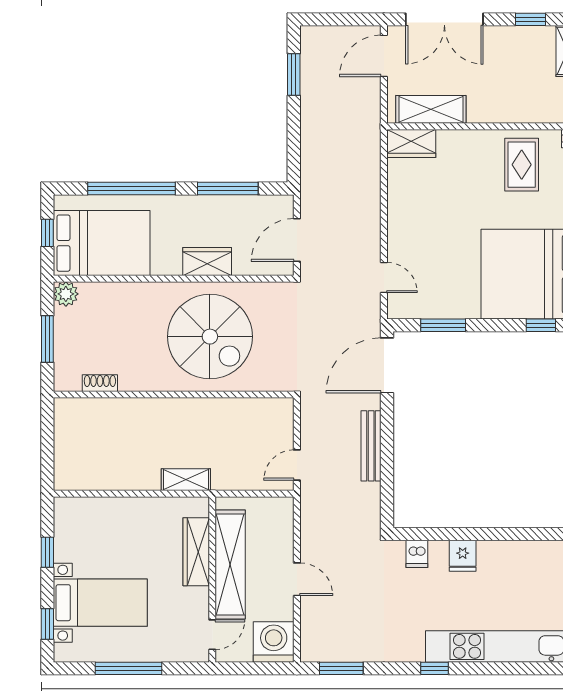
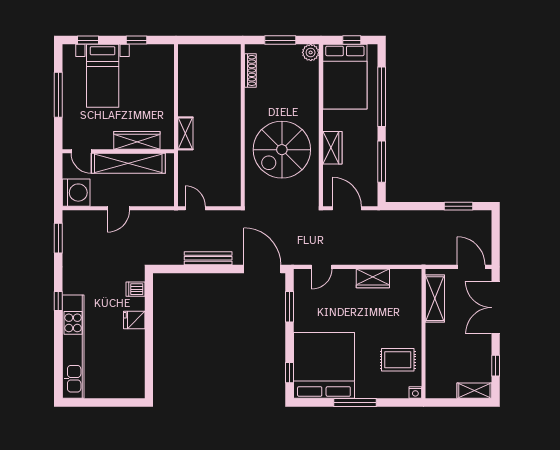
wardrobe: (411, 143) -> (373, 278), moved, turned -90
shoe rack: (100, 383) -> (250, 70), width x1.43

